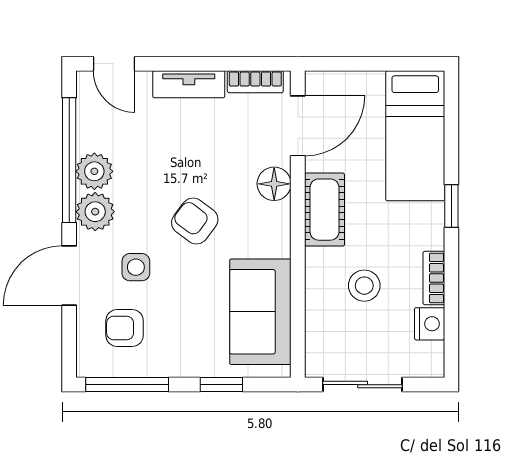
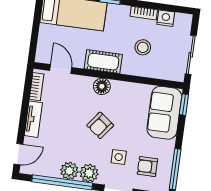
door: (298, 126) -> (61, 69), width x0.73
floor lamp: (274, 184) -> (102, 86), moved
sofa: (260, 312) -> (164, 113), moved, turned 90
armchair: (125, 328) -> (147, 167), turned 90
window: (221, 385) -> (184, 105), moved

